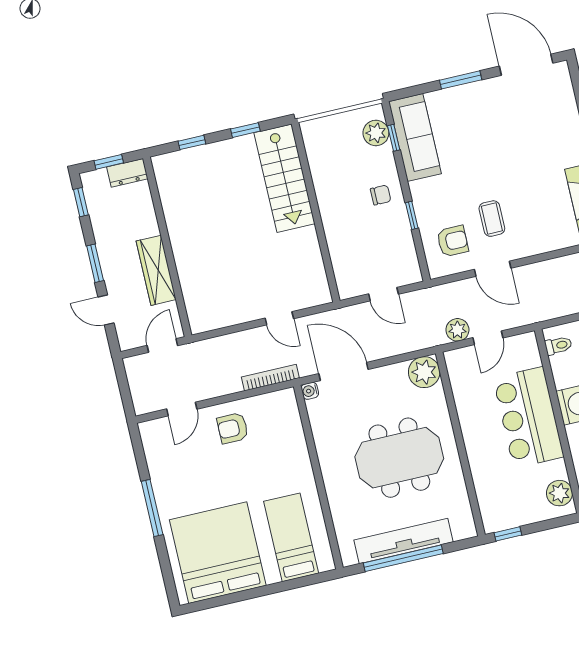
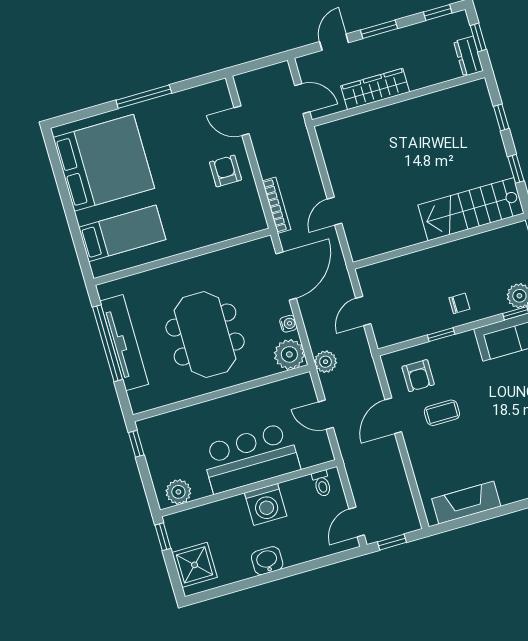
chair: (381, 195) -> (459, 303), turned -90
plant: (457, 330) -> (326, 362), moved
water cooler: (310, 391) -> (288, 324), moved, turned 90

